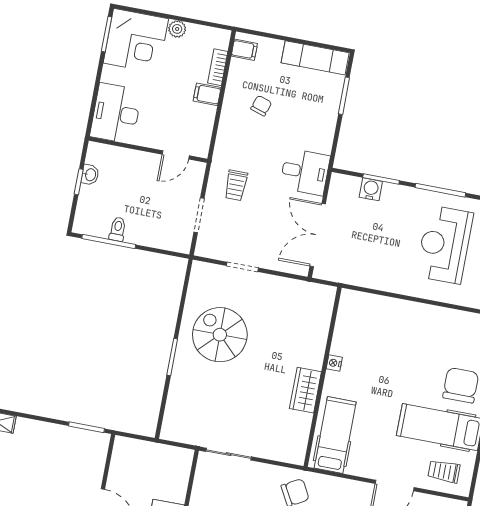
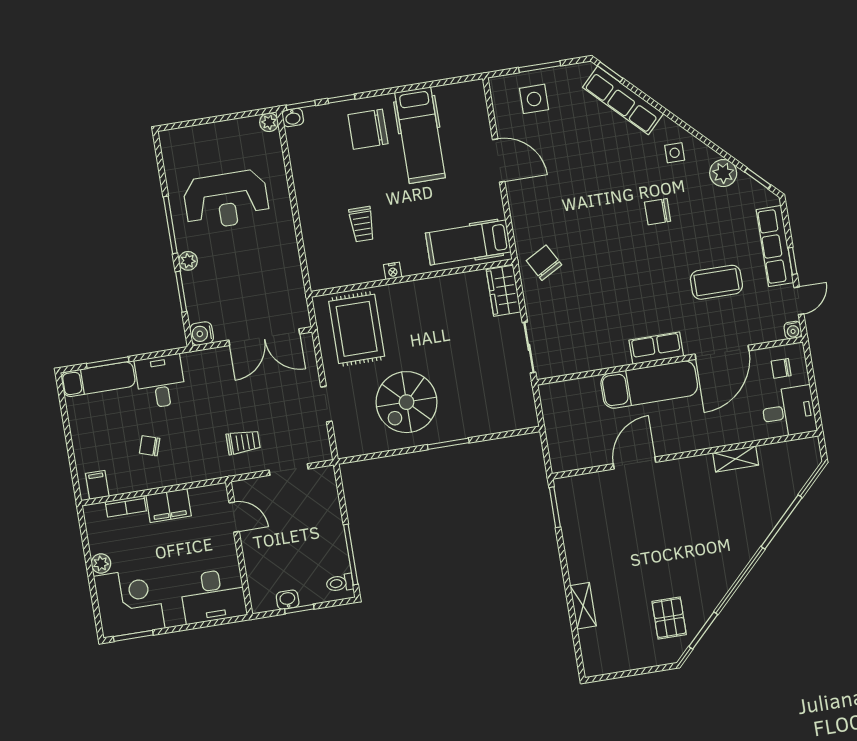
exam couch: (315, 58) -> (98, 379), moved, turned 90
filing cabinet: (207, 94) -> (169, 505), width x2.00
desk: (305, 172) -> (161, 381), moved
water cooler: (371, 189) -> (202, 334), moved
plant: (405, 194) -> (188, 261), added
toilet: (118, 229) -> (340, 583), moved
rug: (297, 315) -> (357, 329), added
wardrobe: (305, 390) -> (503, 291), moved, turned 90
trolley: (444, 471) -> (362, 224), moved

